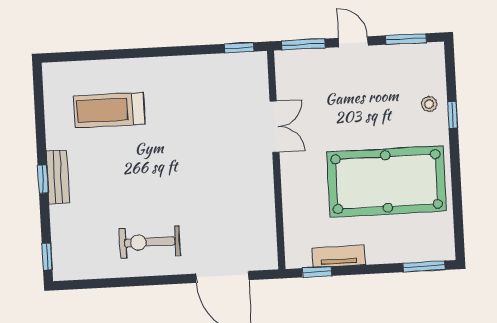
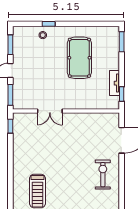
double door: (274, 127) -> (50, 111), swing flipped
pool table: (387, 182) -> (79, 58), width x0.73, depth x0.76
exercise bike: (150, 242) -> (103, 175), turned 180

